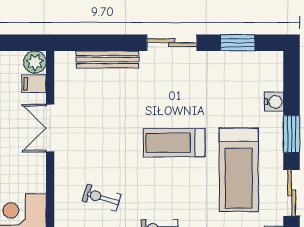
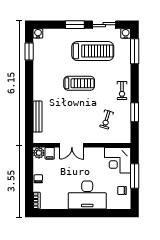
sliding door: (172, 43) -> (29, 84), removed
water cooler: (274, 102) -> (38, 33), moved
treadmill: (174, 143) -> (79, 83), turned -90

